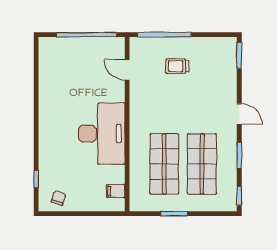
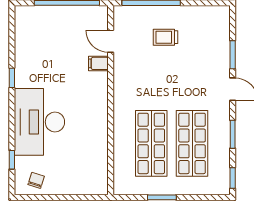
window: (239, 55) -> (233, 55), moved
window: (36, 104) -> (12, 78), added
desk: (102, 134) -> (39, 122), moved, turned 180
filing cabinet: (116, 191) -> (98, 63), moved

